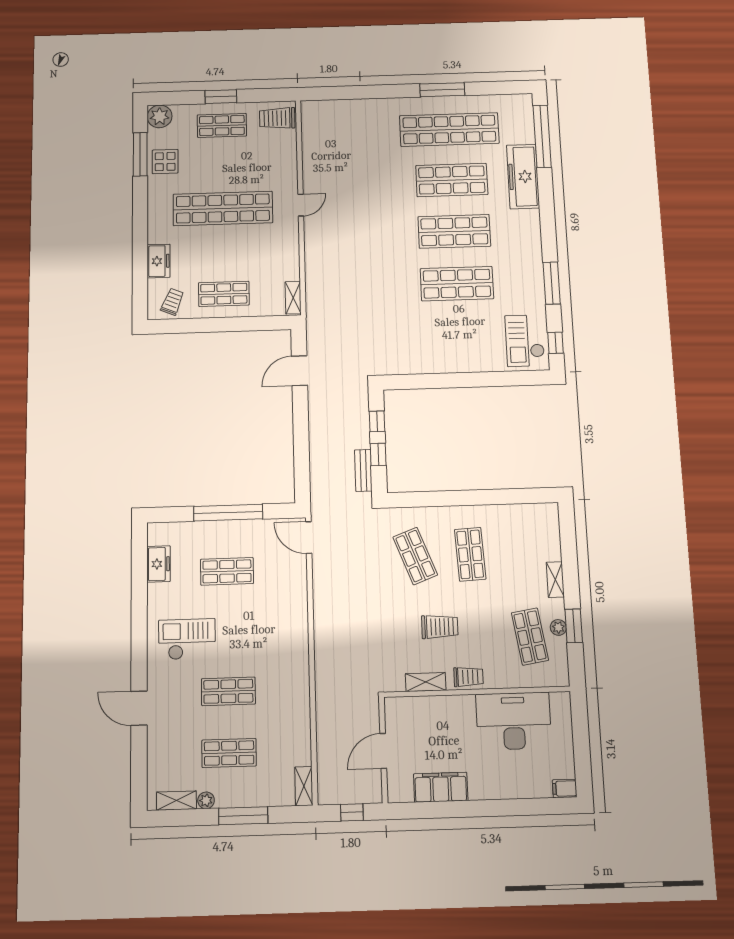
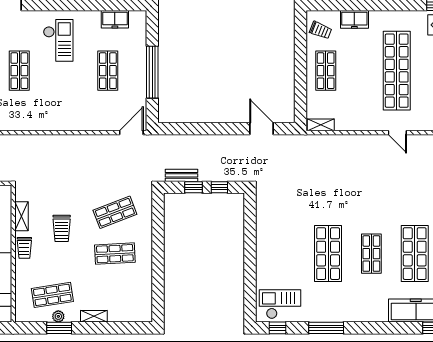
shop shelf: (454, 231) -> (371, 254), width x0.70, depth x0.74

